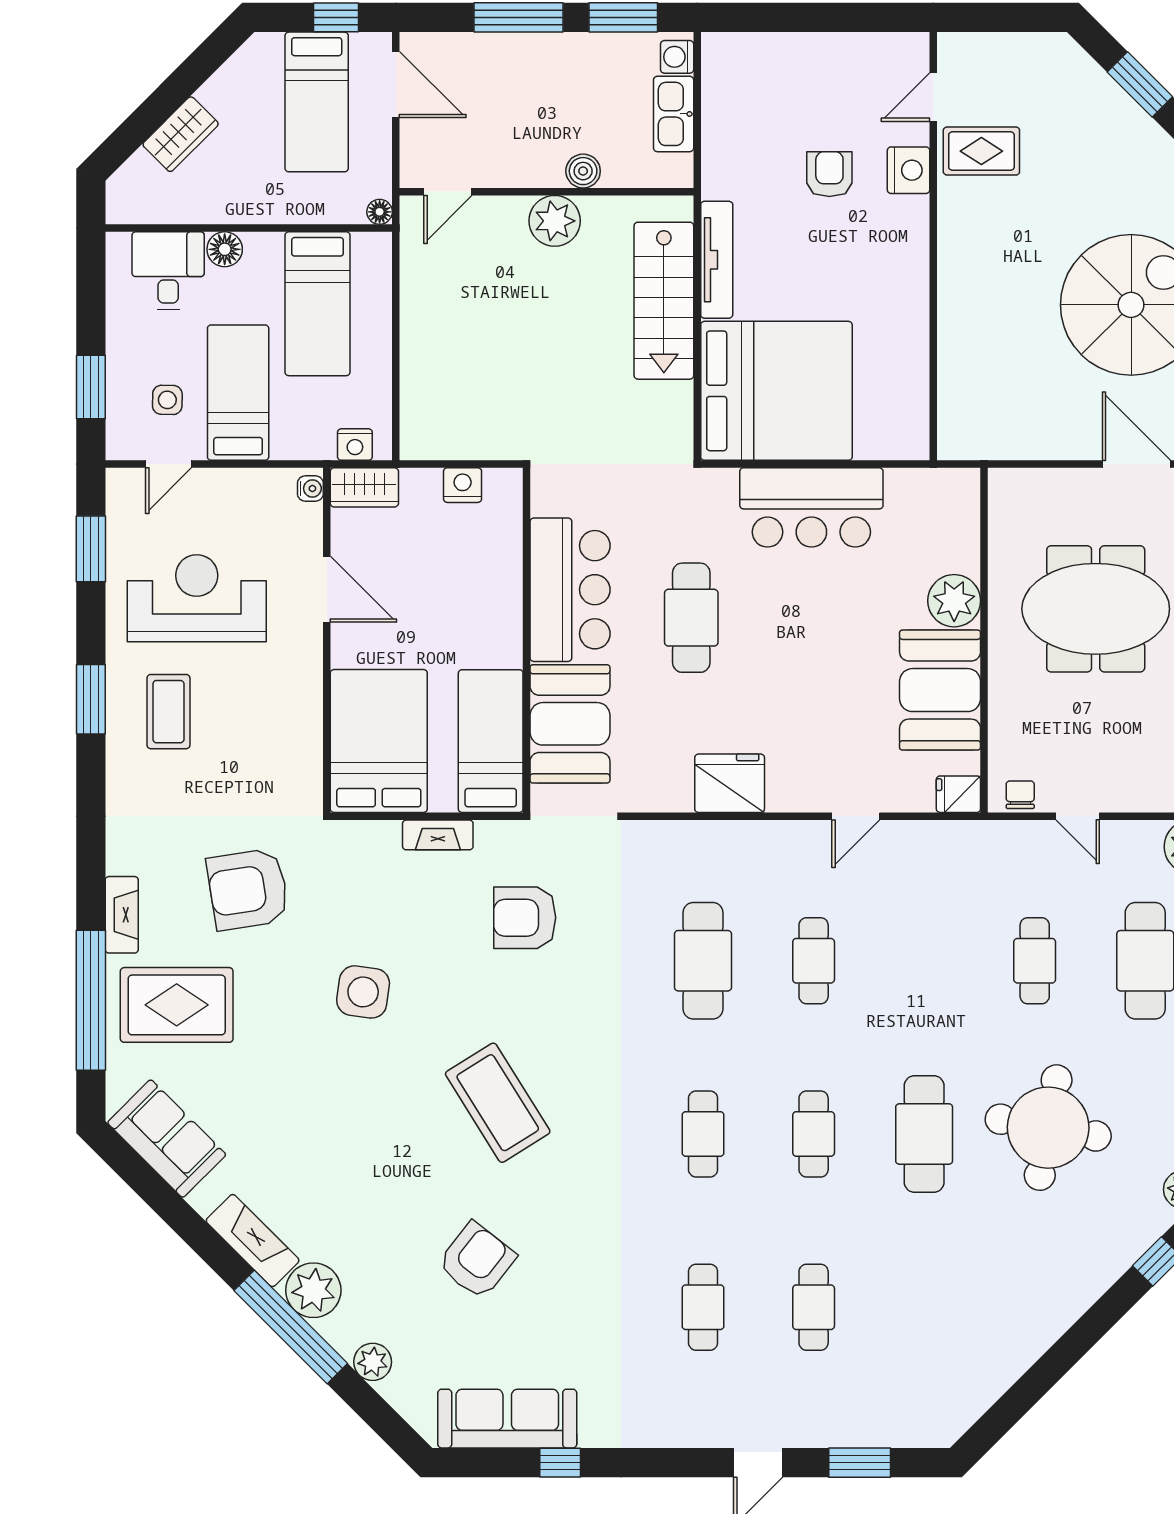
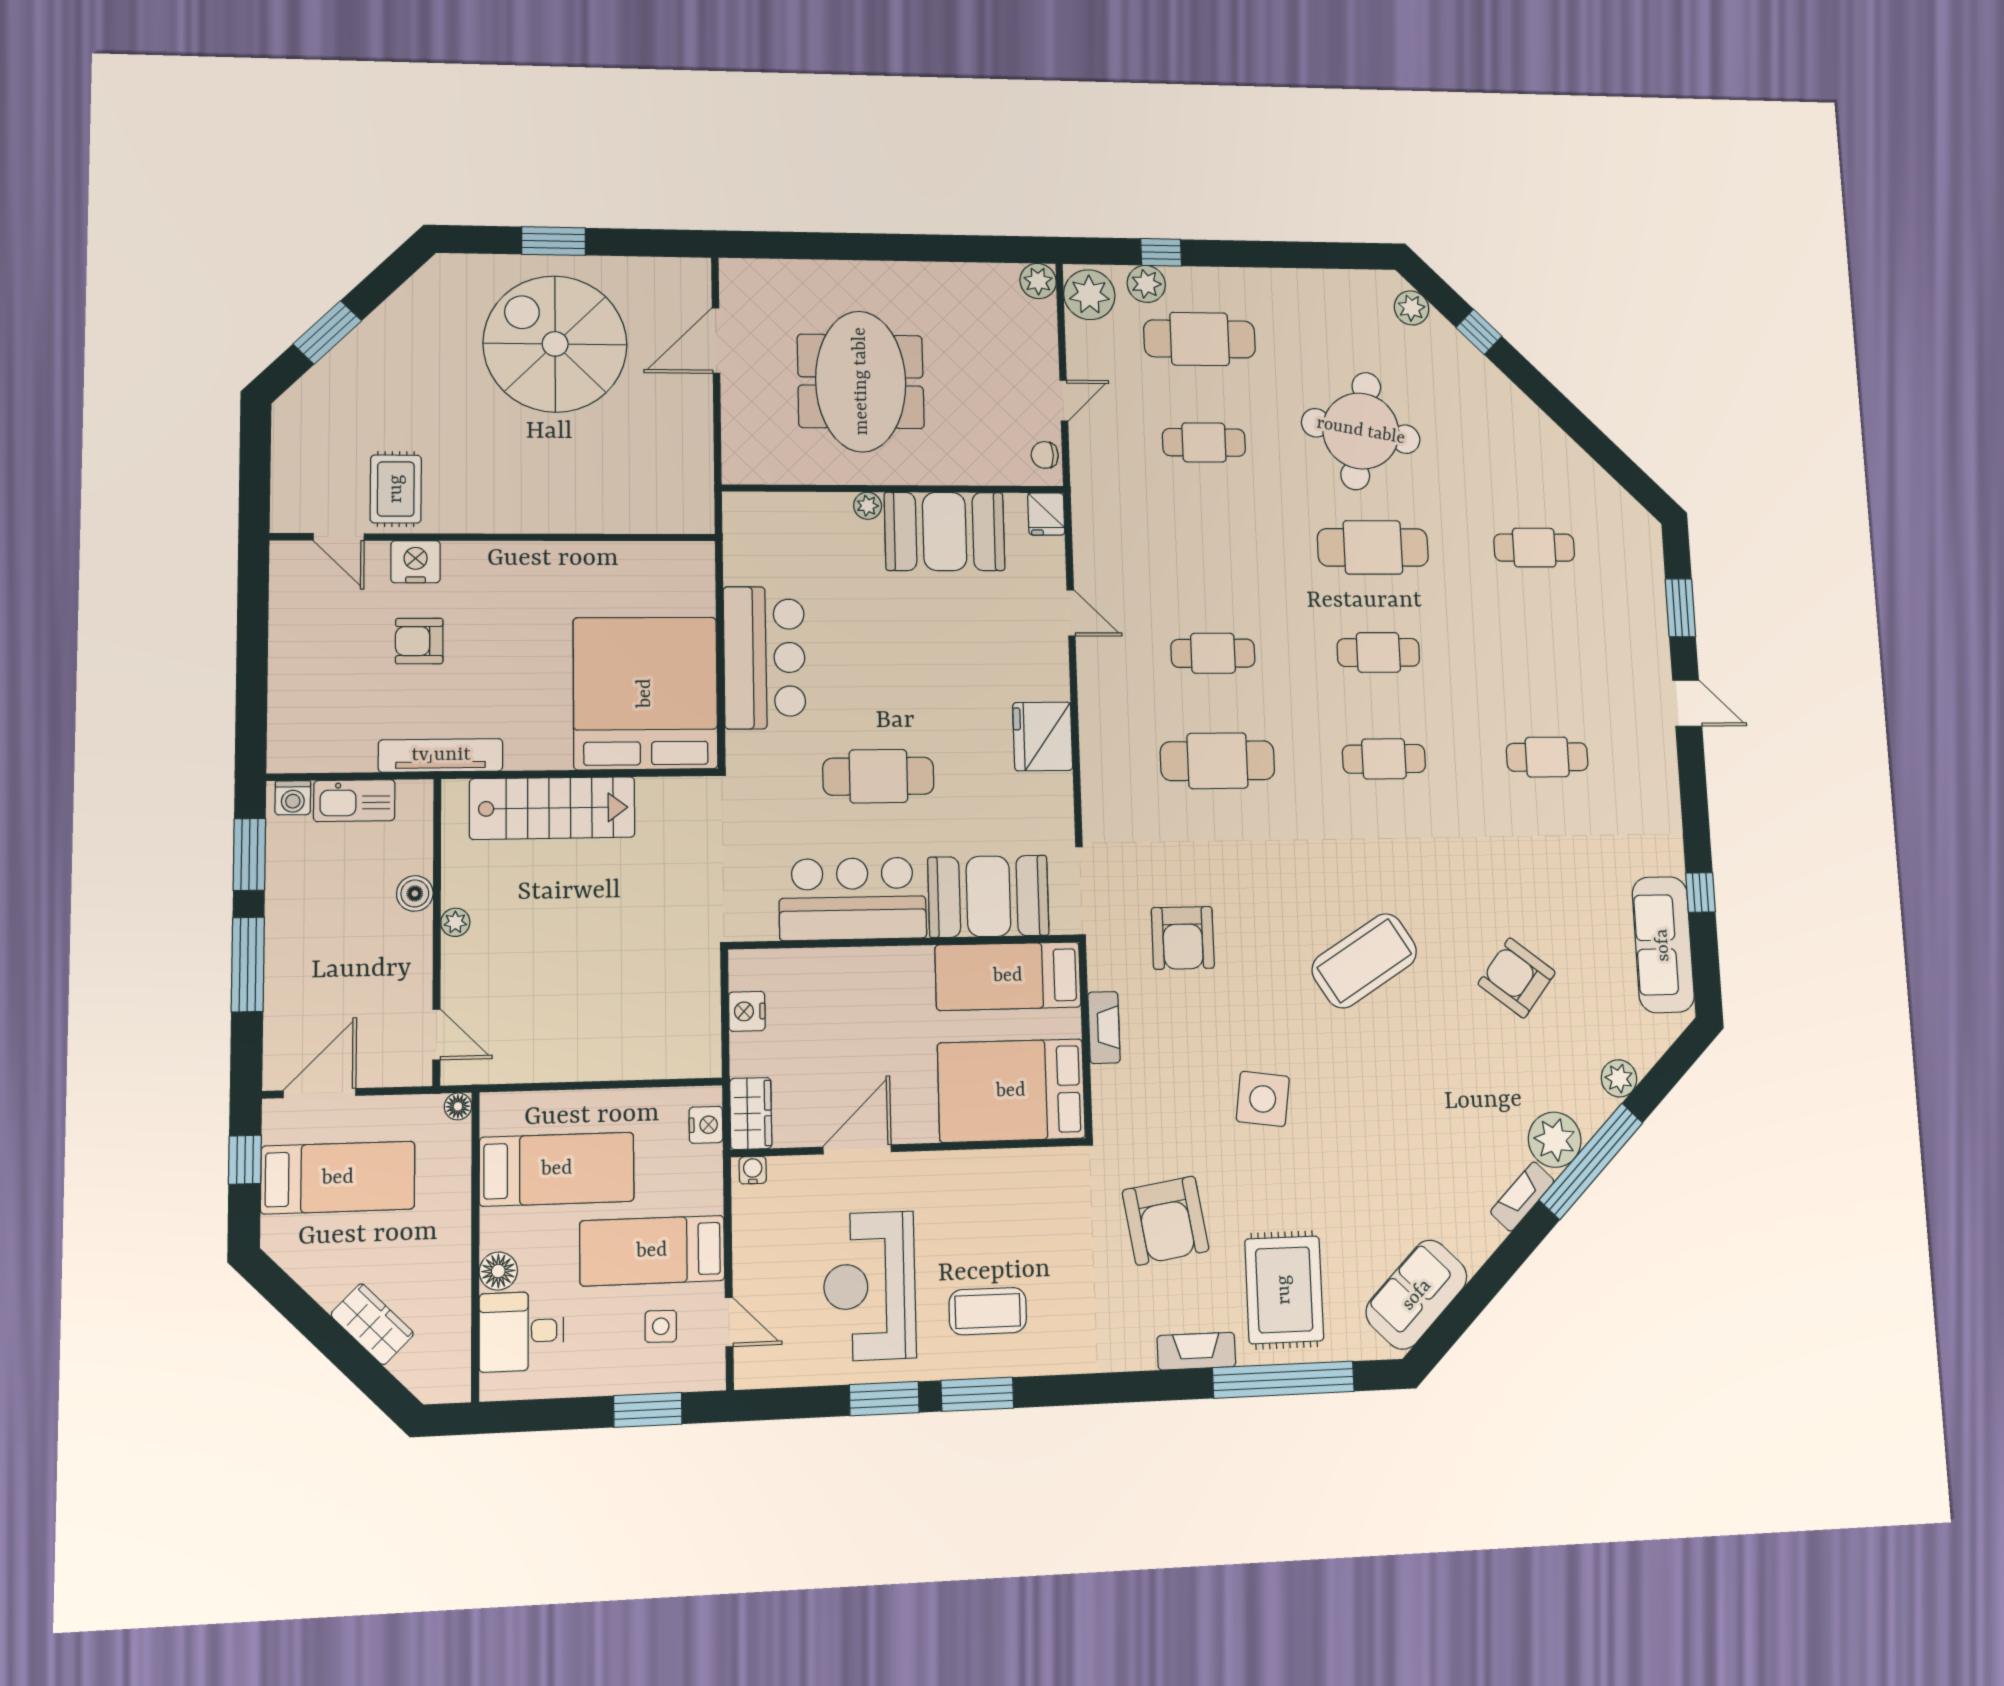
plant: (555, 221) -> (455, 922), width x0.53, depth x0.53
tv unit: (717, 260) -> (441, 755), moved
window: (91, 549) -> (884, 1399), moved
plant: (954, 601) -> (868, 506), width x0.53, depth x0.53
fireplace: (253, 1241) -> (1522, 1196), width x0.73, depth x0.76
cafe table: (814, 1307) -> (1534, 548), moved

